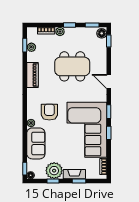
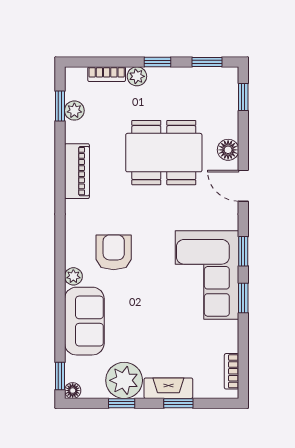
floor lamp: (102, 33) -> (228, 150), moved
corner sofa: (87, 130) -> (207, 275), width x0.73, depth x0.74

